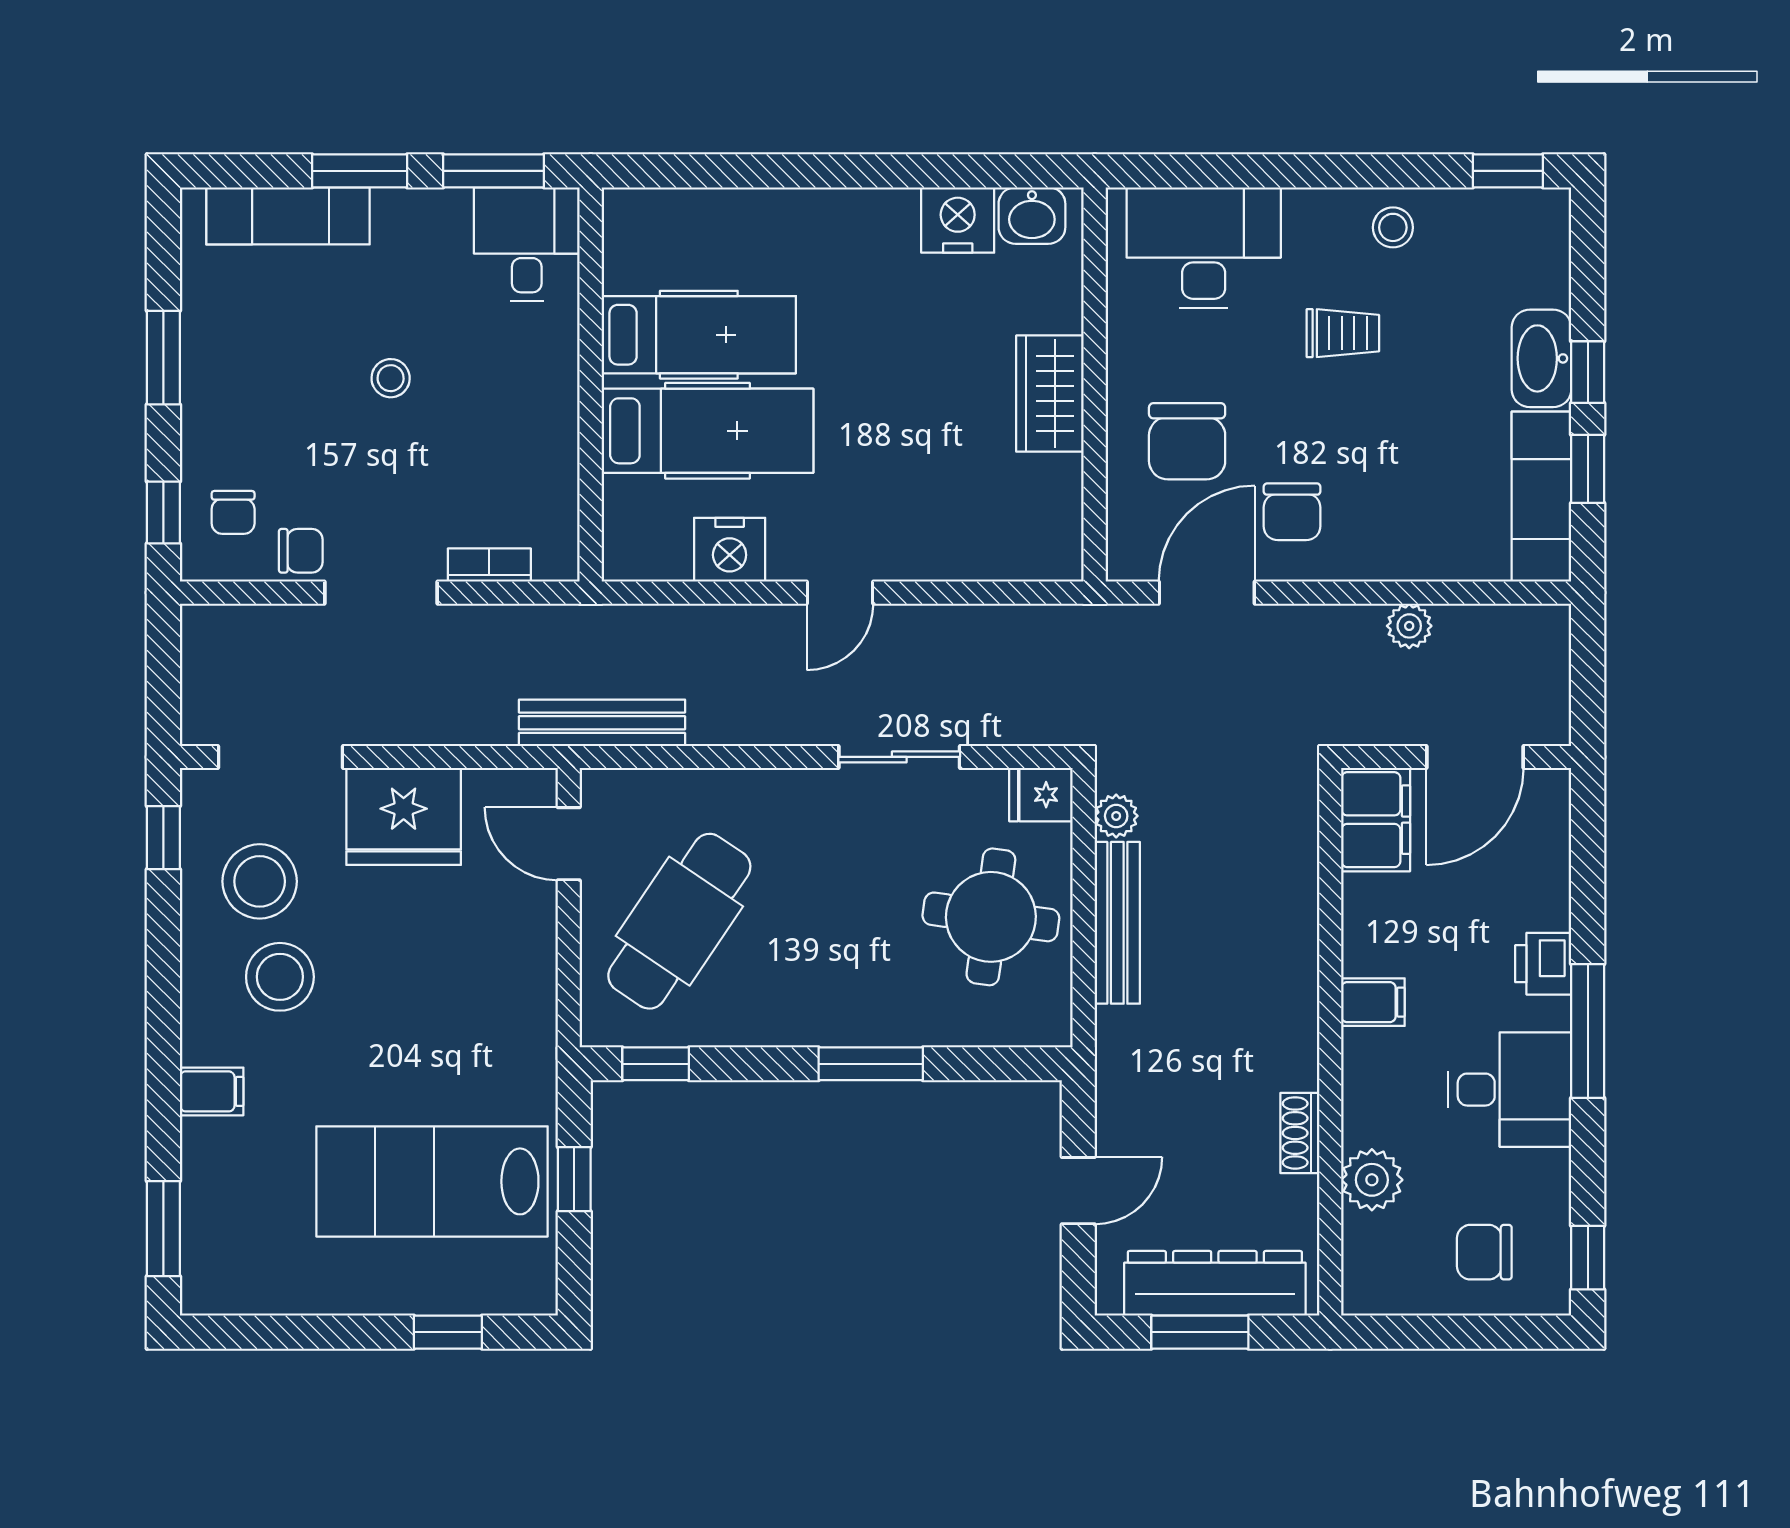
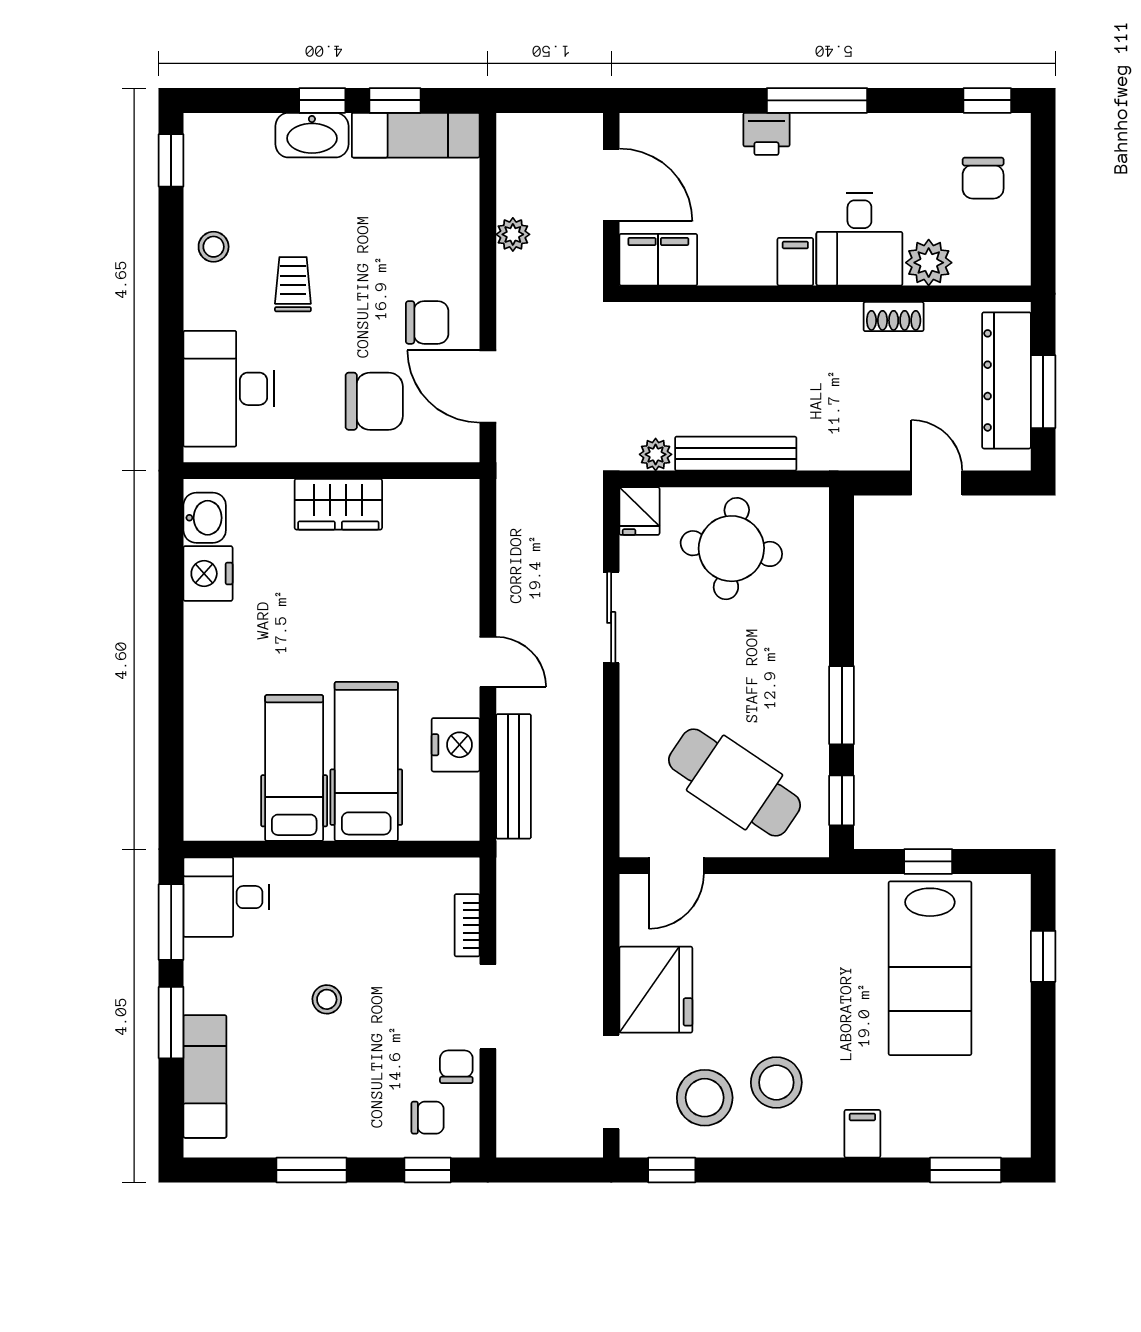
bench: (602, 723) -> (514, 776), moved
window: (871, 1064) -> (842, 705), moved
desk: (1510, 1090) -> (859, 239), moved, turned 180

